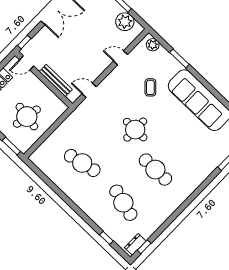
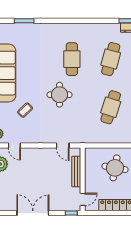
door: (121, 58) -> (14, 146), moved
door: (27, 63) -> (83, 199), hinge flipped
cafe table: (82, 163) -> (111, 107), turned 30

